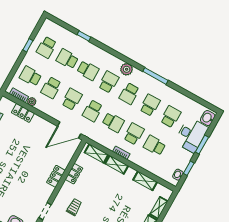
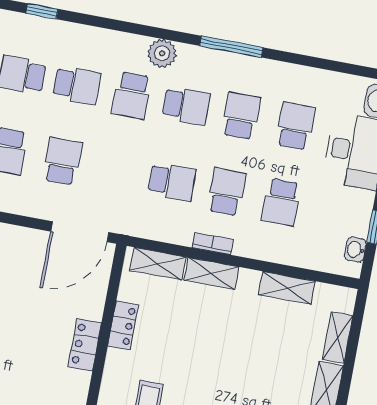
school desk: (109, 82) -> (131, 95), turned 180
school desk: (129, 94) -> (186, 106), turned -90
school desk: (92, 111) -> (117, 171), removed
school desk: (154, 145) -> (281, 202), turned -90

